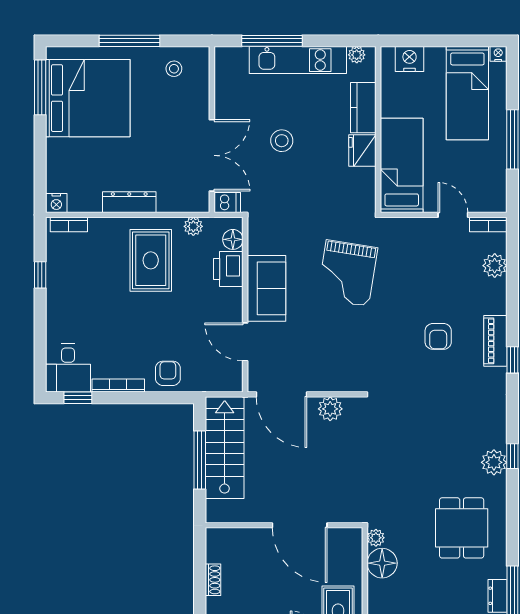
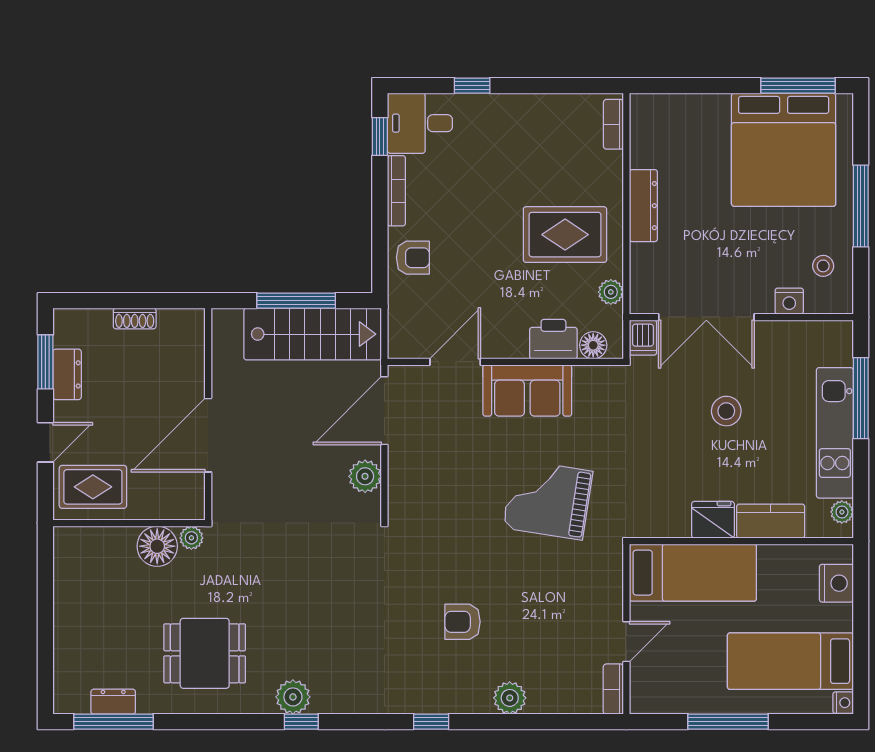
nightstand: (56, 203) -> (789, 301), moved, turned -90
plant: (495, 266) -> (510, 698), moved
window: (40, 275) -> (472, 86), moved
piano: (495, 341) -> (457, 699), removed

